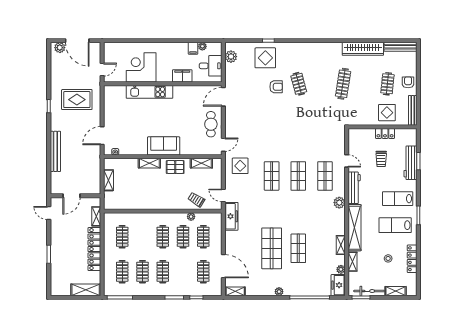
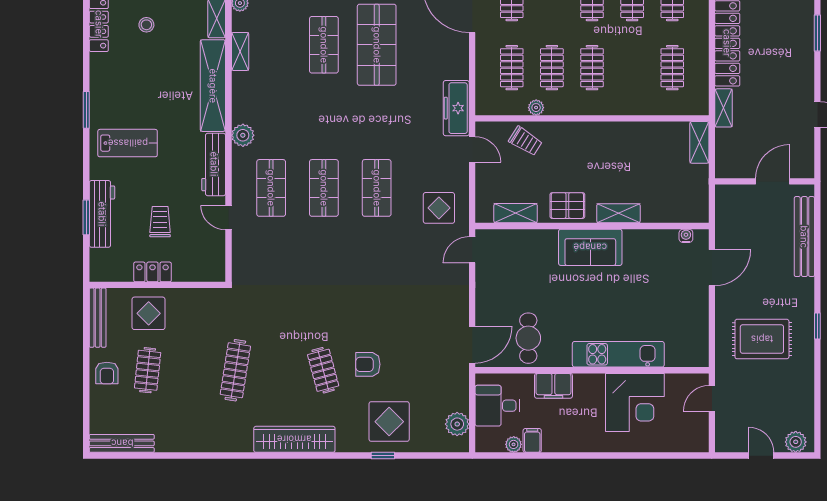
door: (77, 41) -> (761, 456), width x0.53
wardrobe: (363, 49) -> (294, 439), moved
cafe table: (211, 124) -> (528, 338), moved
shelving: (108, 180) -> (699, 142), moved
door: (71, 196) -> (773, 181), moved
wall: (75, 196) -> (765, 181), moved
lab bench: (395, 225) -> (132, 91), removed

